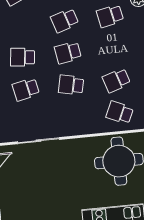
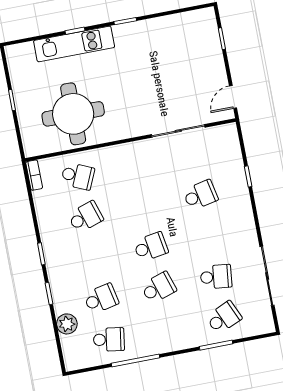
school desk: (23, 57) -> (216, 277), moved
school desk: (71, 85) -> (143, 206), removed

